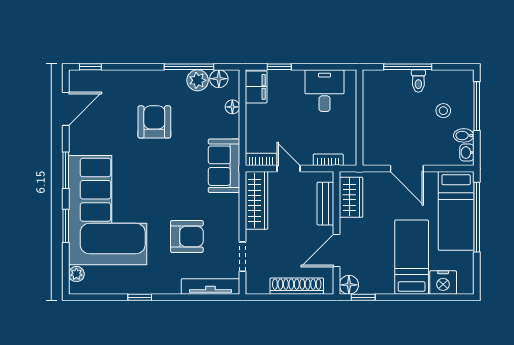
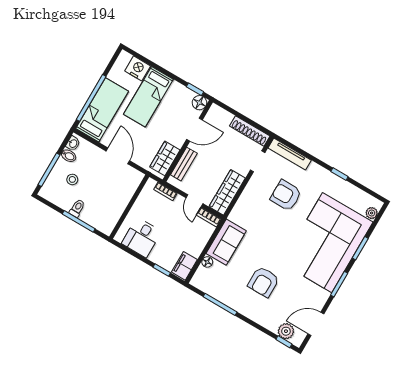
floor lamp: (219, 79) -> (205, 285), removed
plant: (198, 80) -> (286, 331), moved
sofa: (224, 166) -> (226, 242), moved
shoe rack: (297, 286) -> (250, 131), moved

